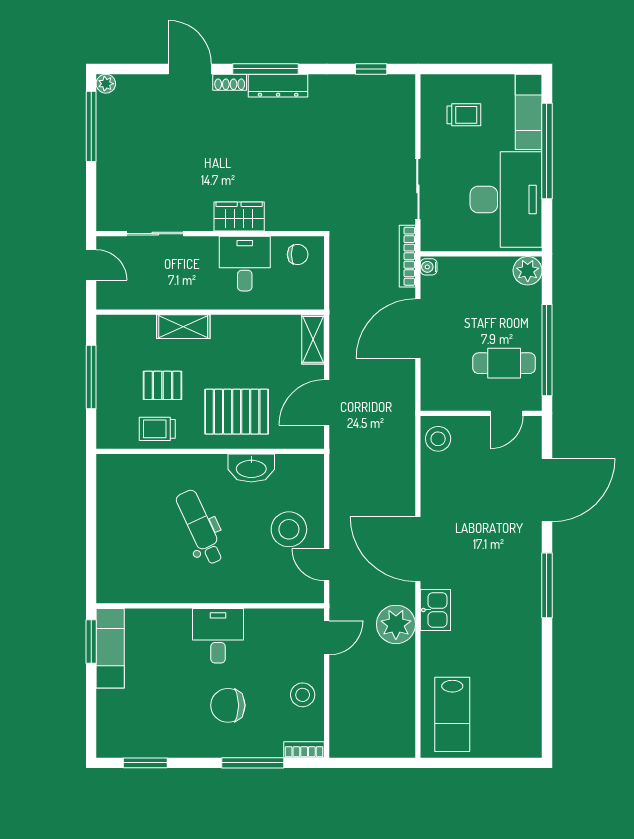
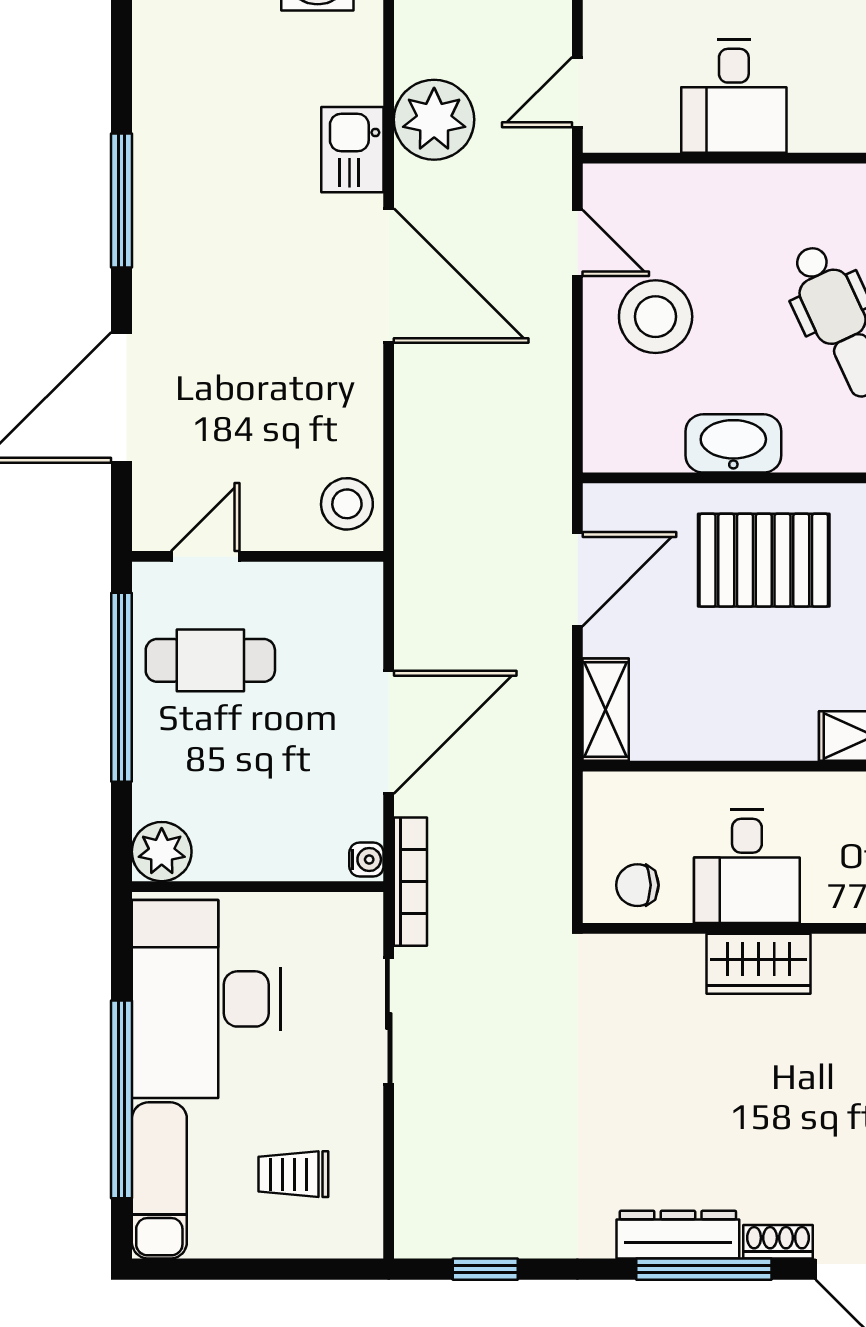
desk: (218, 636) -> (734, 96), moved

